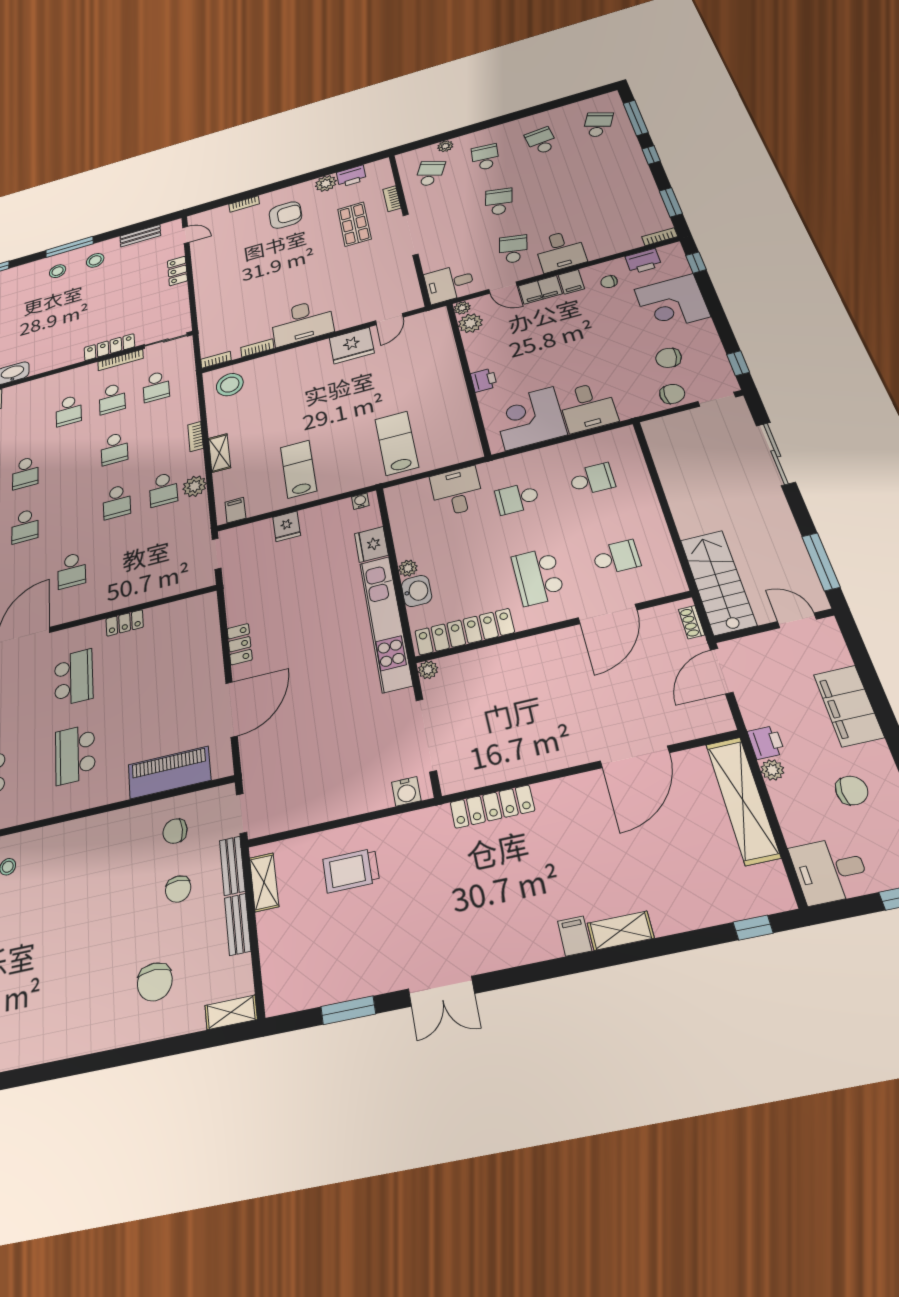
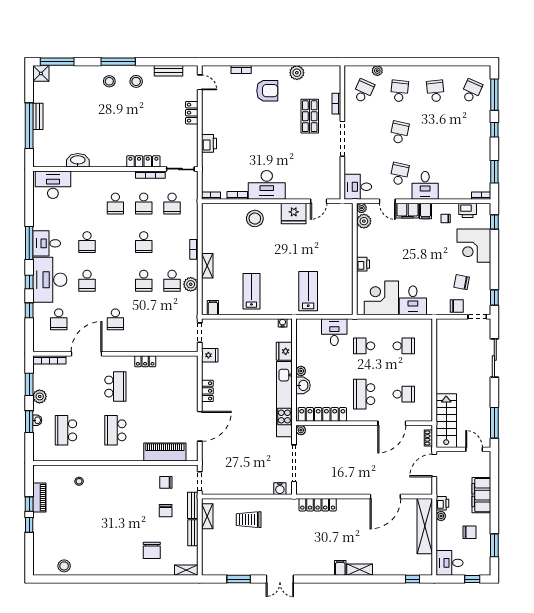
printer: (351, 176) -> (209, 143), moved, turned -90
stool: (230, 385) -> (255, 218), moved
fridge: (287, 526) -> (210, 355), moved, turned -90

